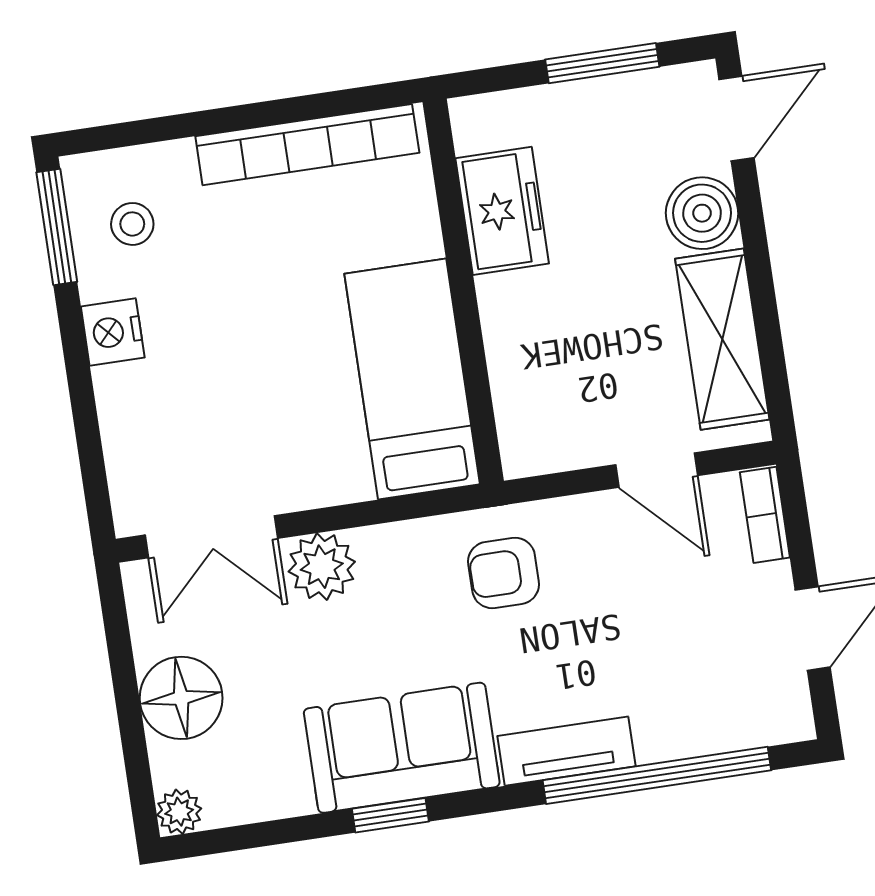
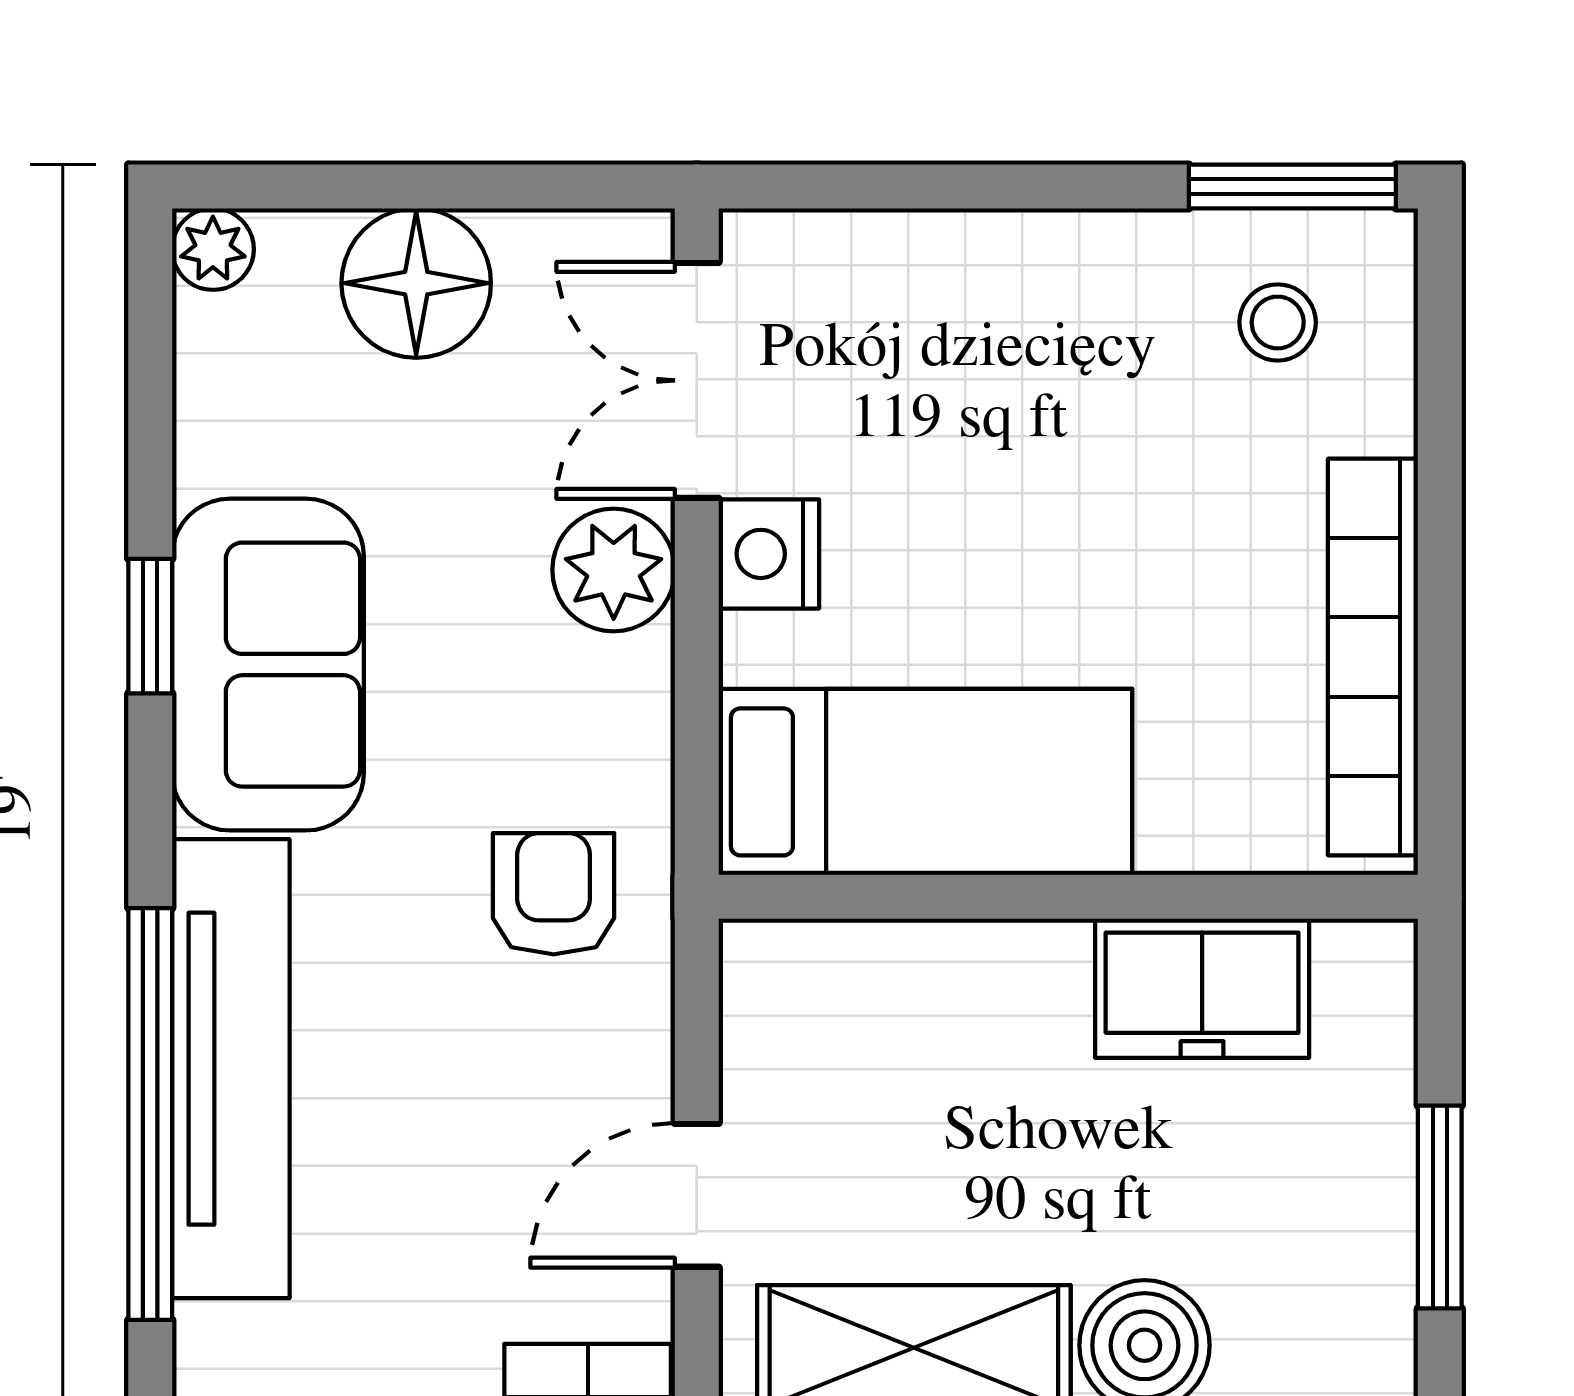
nightstand: (113, 332) -> (769, 554), moved, turned -90
tv unit: (567, 751) -> (231, 1069), width x1.92, depth x1.29

